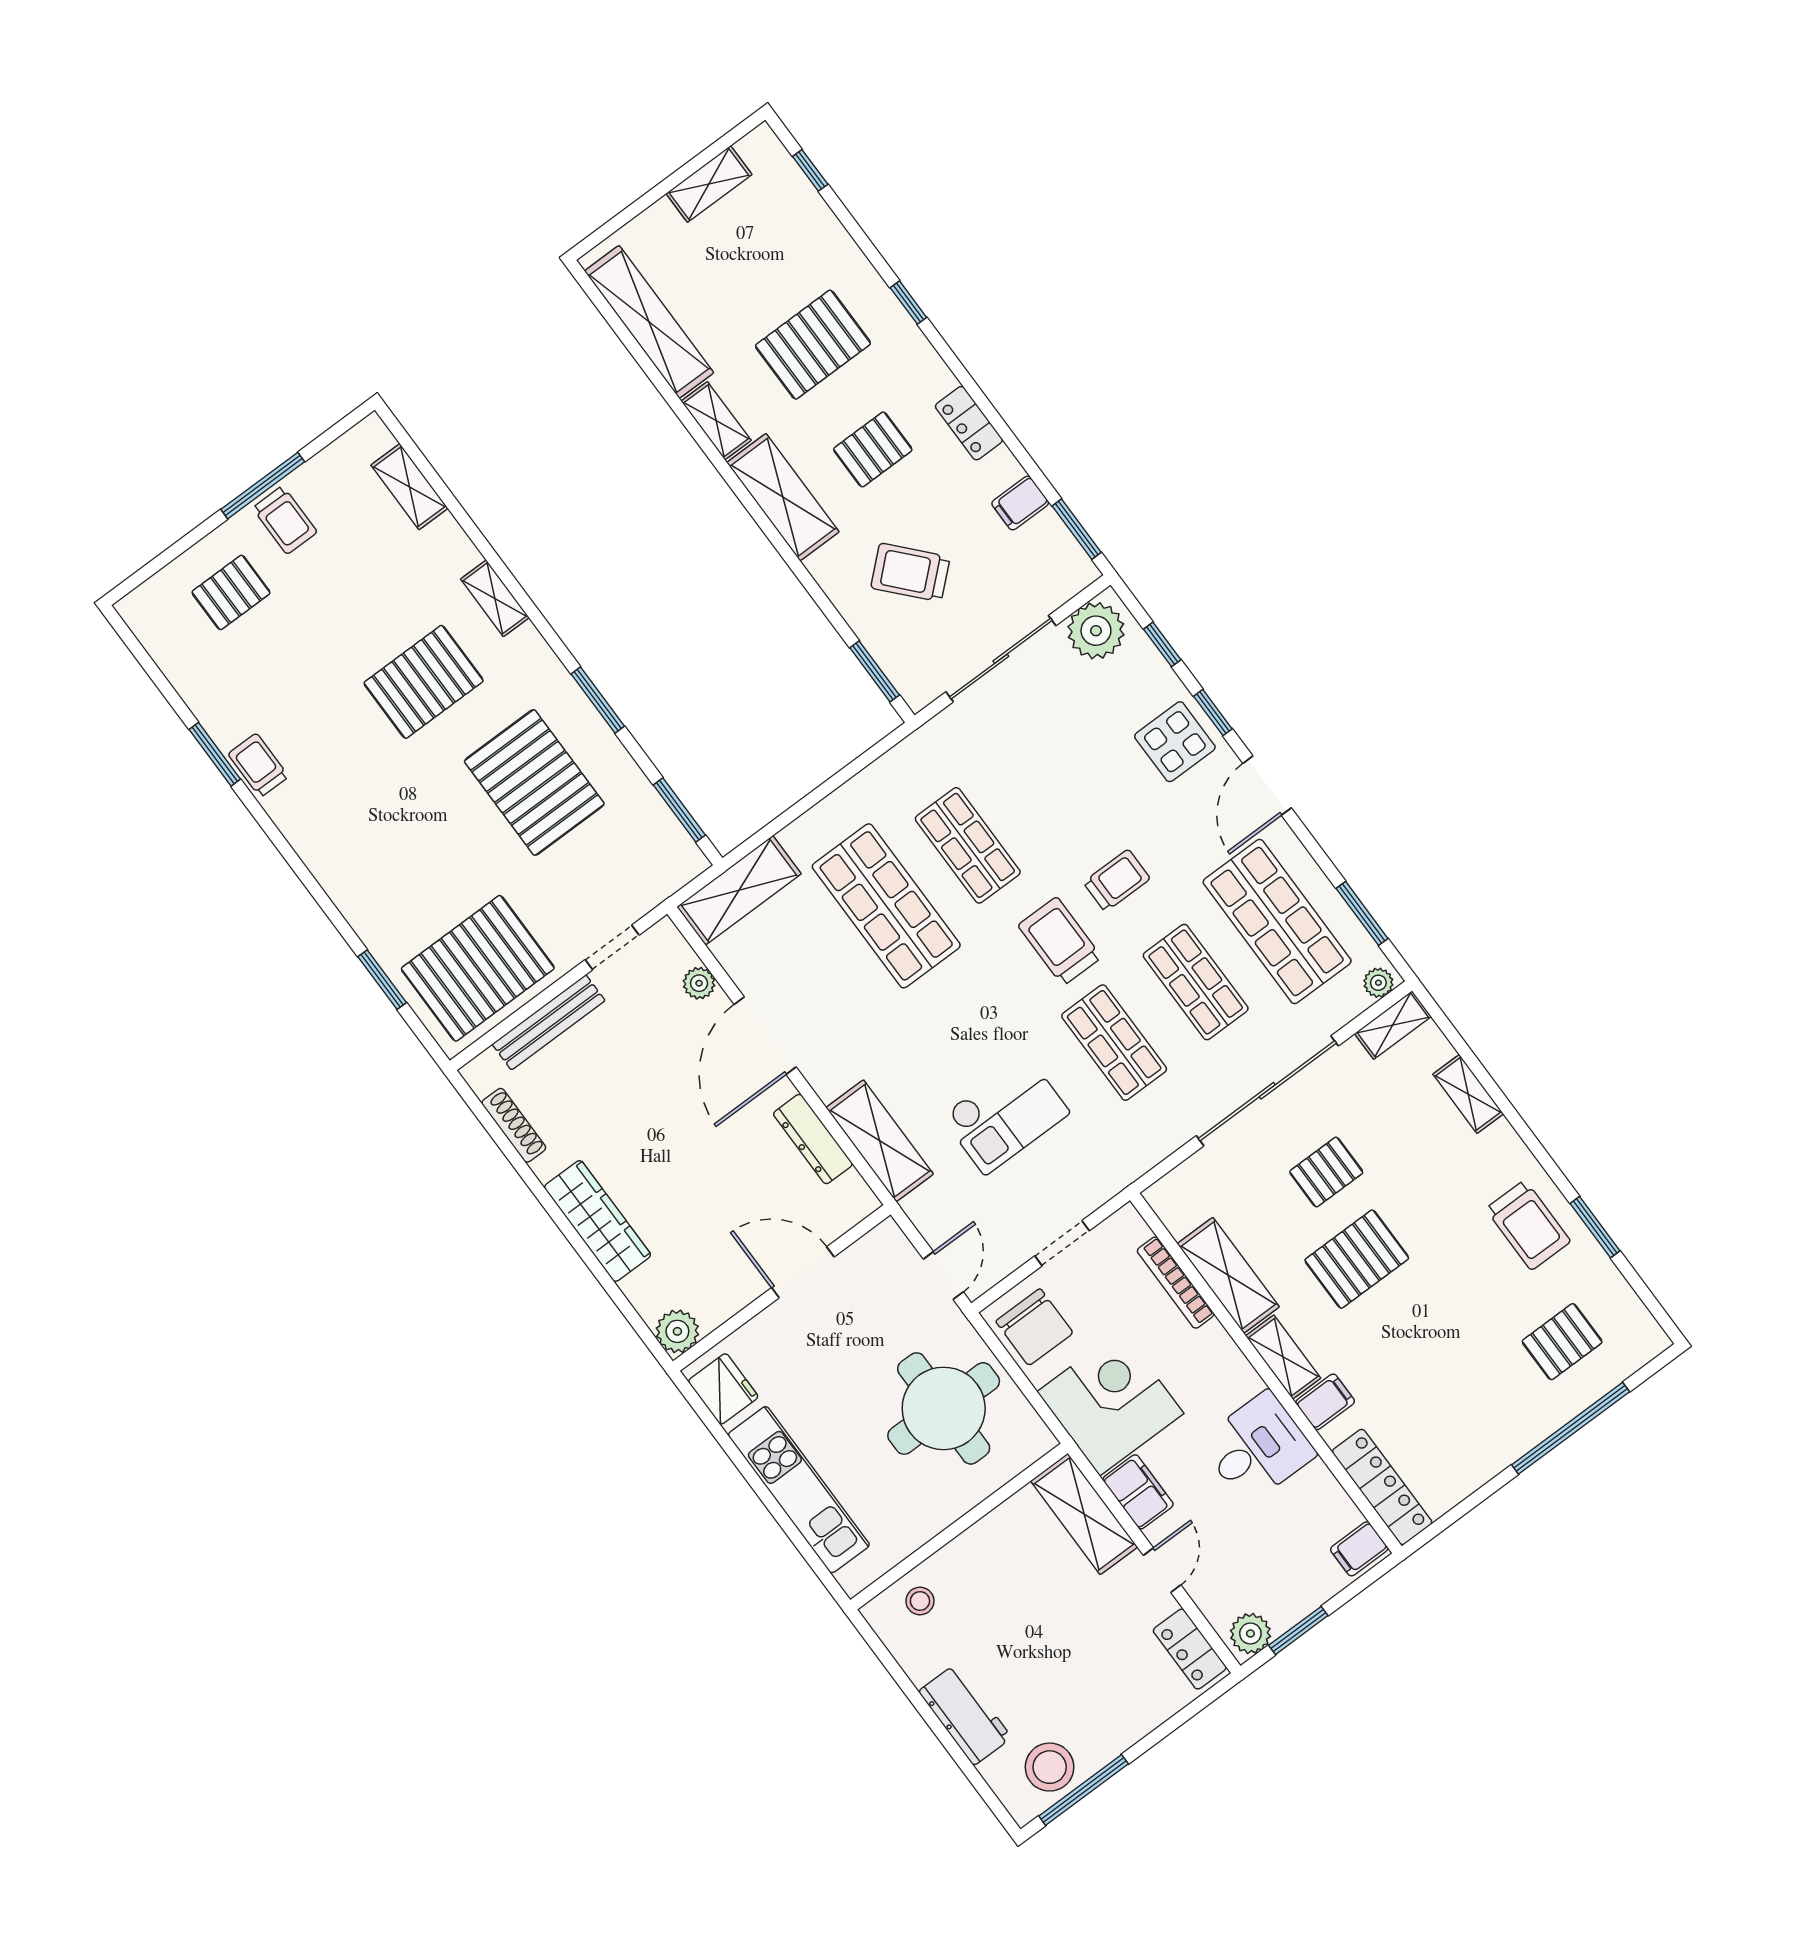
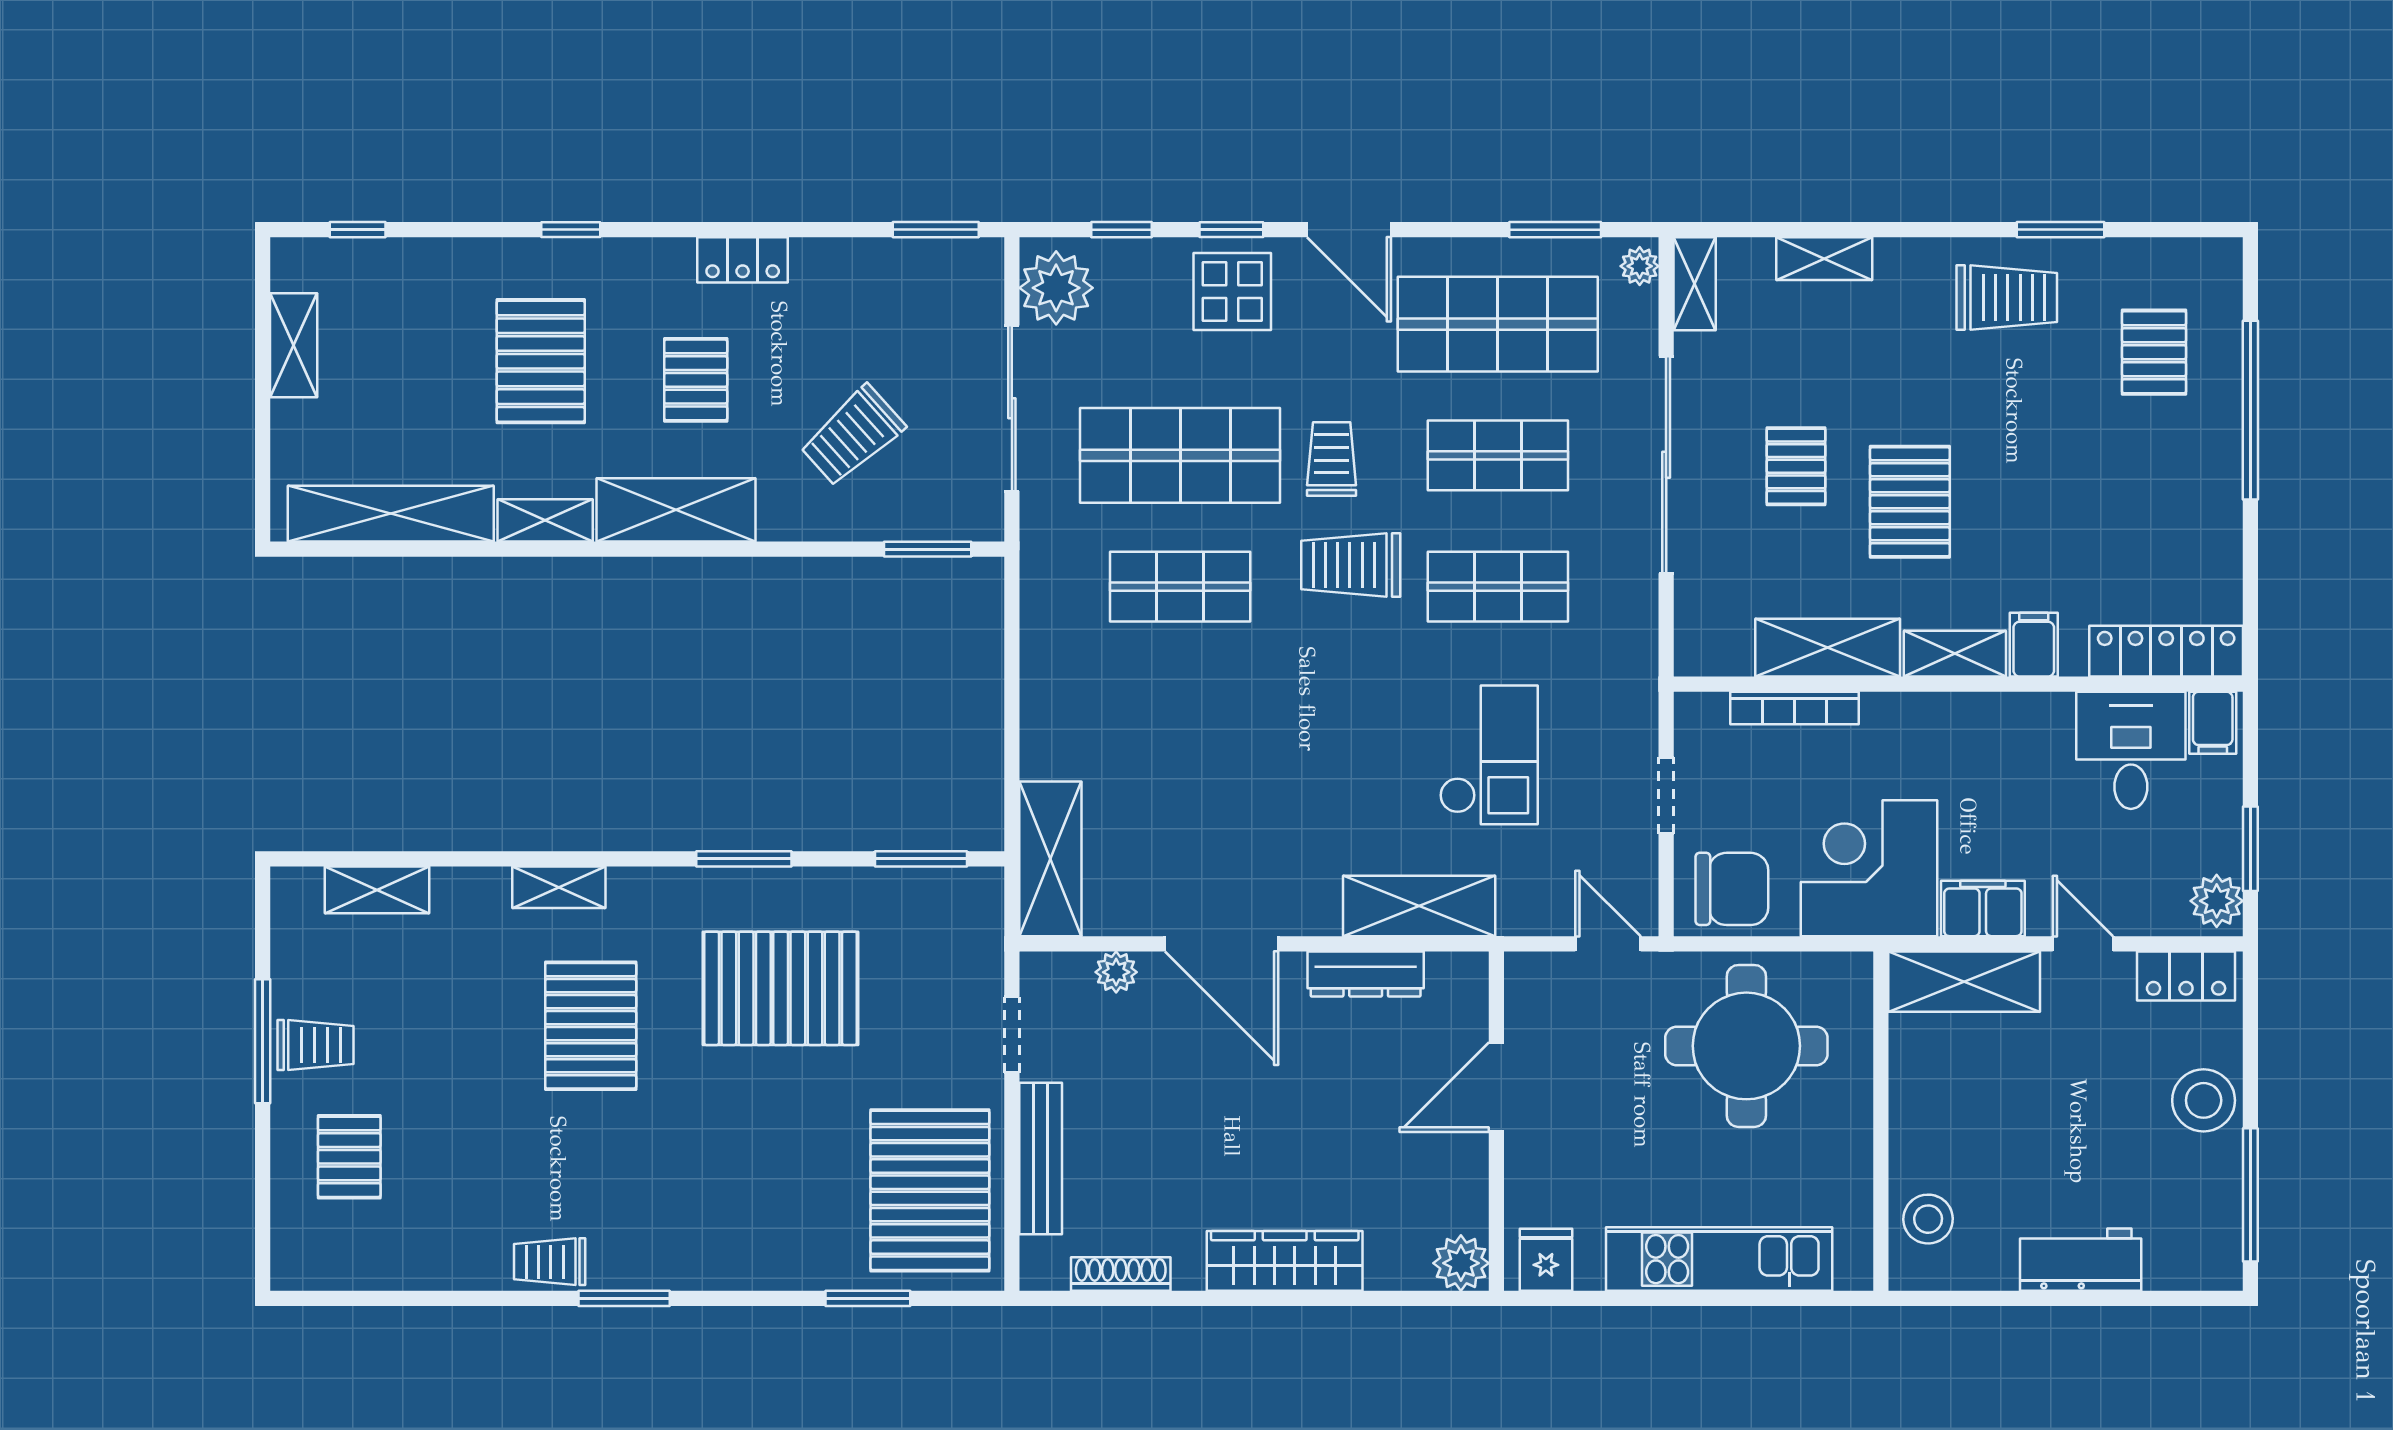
filing cabinet: (1020, 503) -> (865, 268), removed
window: (215, 754) -> (624, 1298), moved
shop shelf: (886, 906) -> (1180, 455), moved
fridge: (723, 1389) -> (1546, 1260), width x0.72
desk: (1258, 1448) -> (2131, 750), moved
stool: (920, 1601) -> (1928, 1219), width x1.37, depth x1.37
stool: (1050, 1767) -> (2204, 1100), moved

